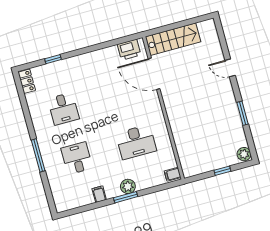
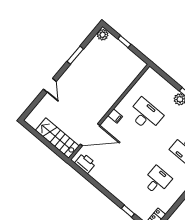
door: (154, 74) -> (90, 135), hinge flipped
filing cabinet: (173, 174) -> (115, 116), moved

